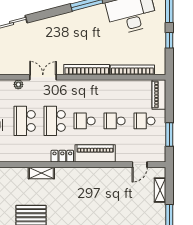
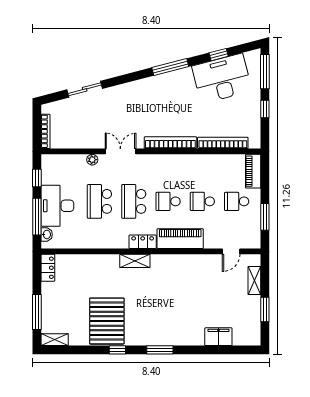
shelving: (41, 173) -> (135, 261), moved

